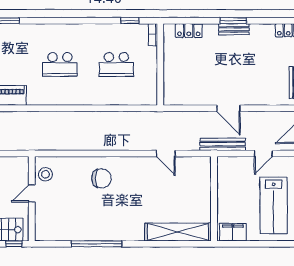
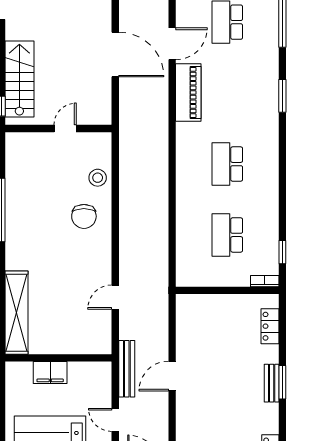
stool: (45, 174) -> (98, 178), moved
door: (32, 193) -> (65, 129), hinge flipped
filing cabinet: (233, 232) -> (50, 373), moved, turned 90

